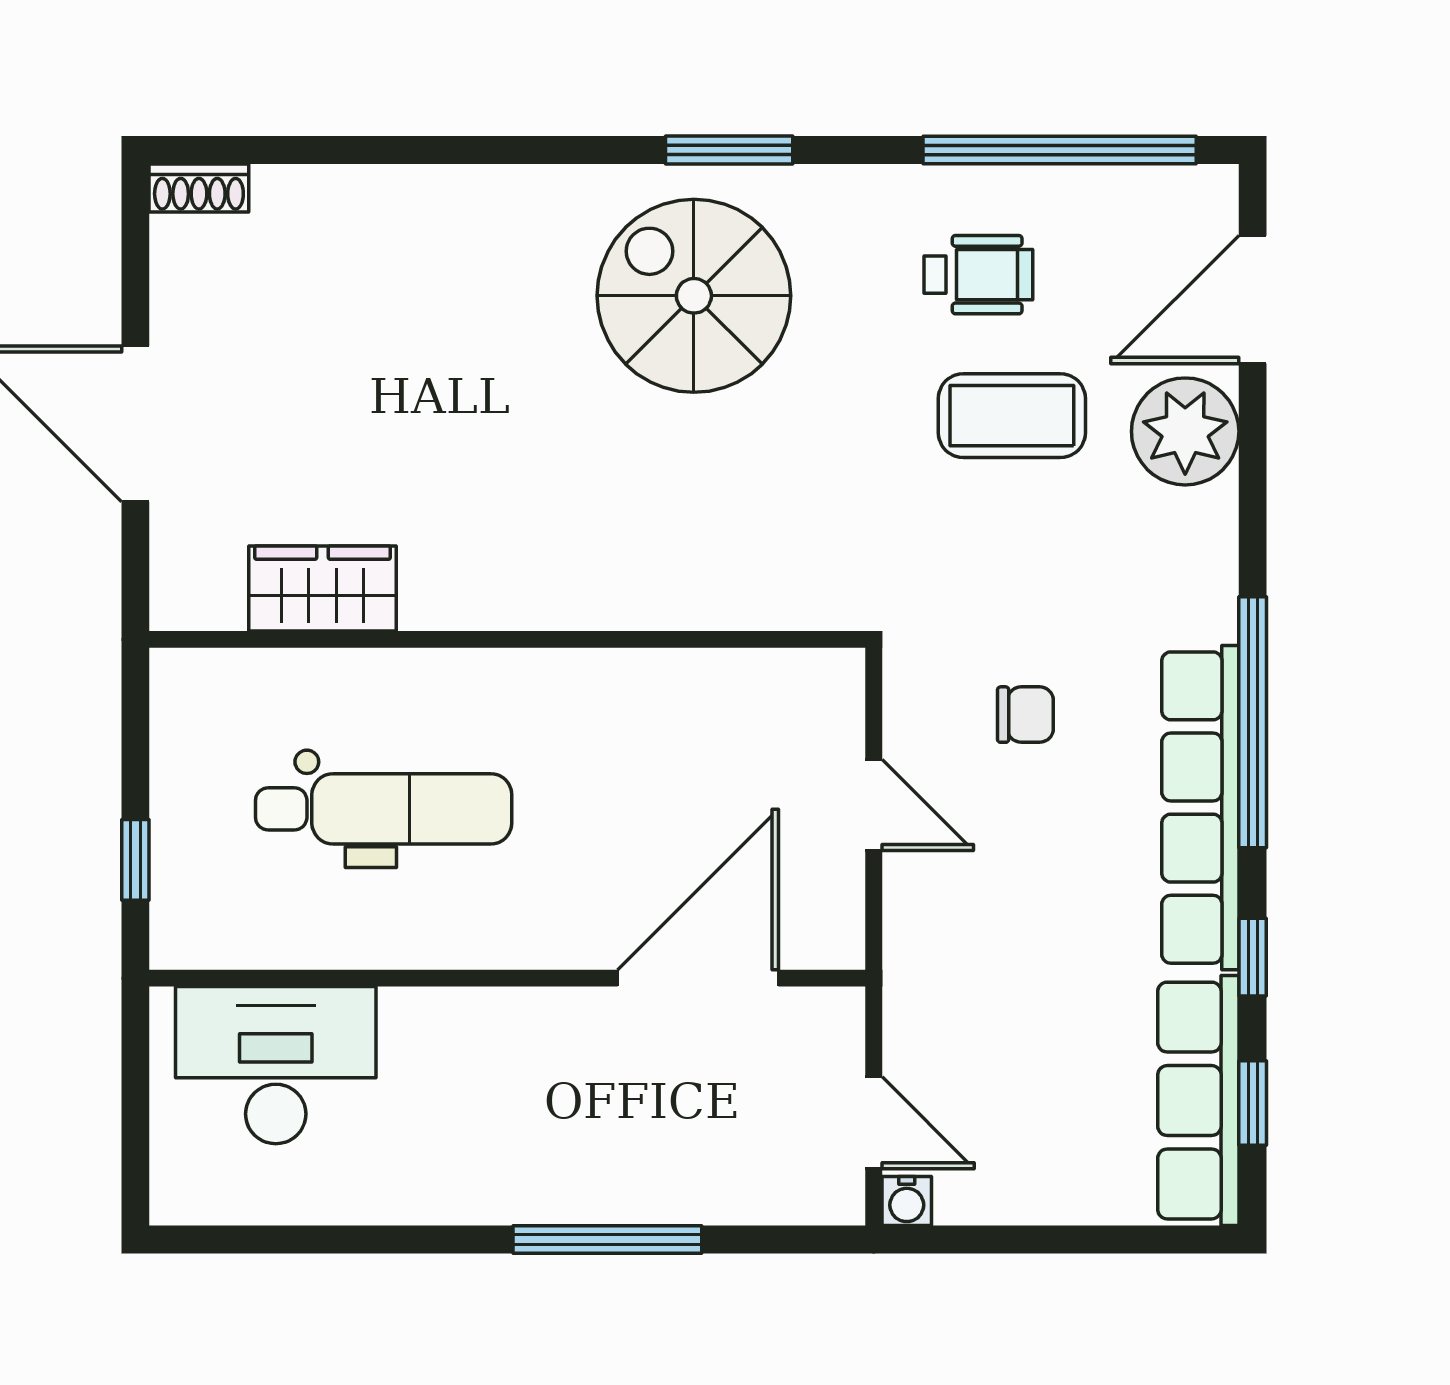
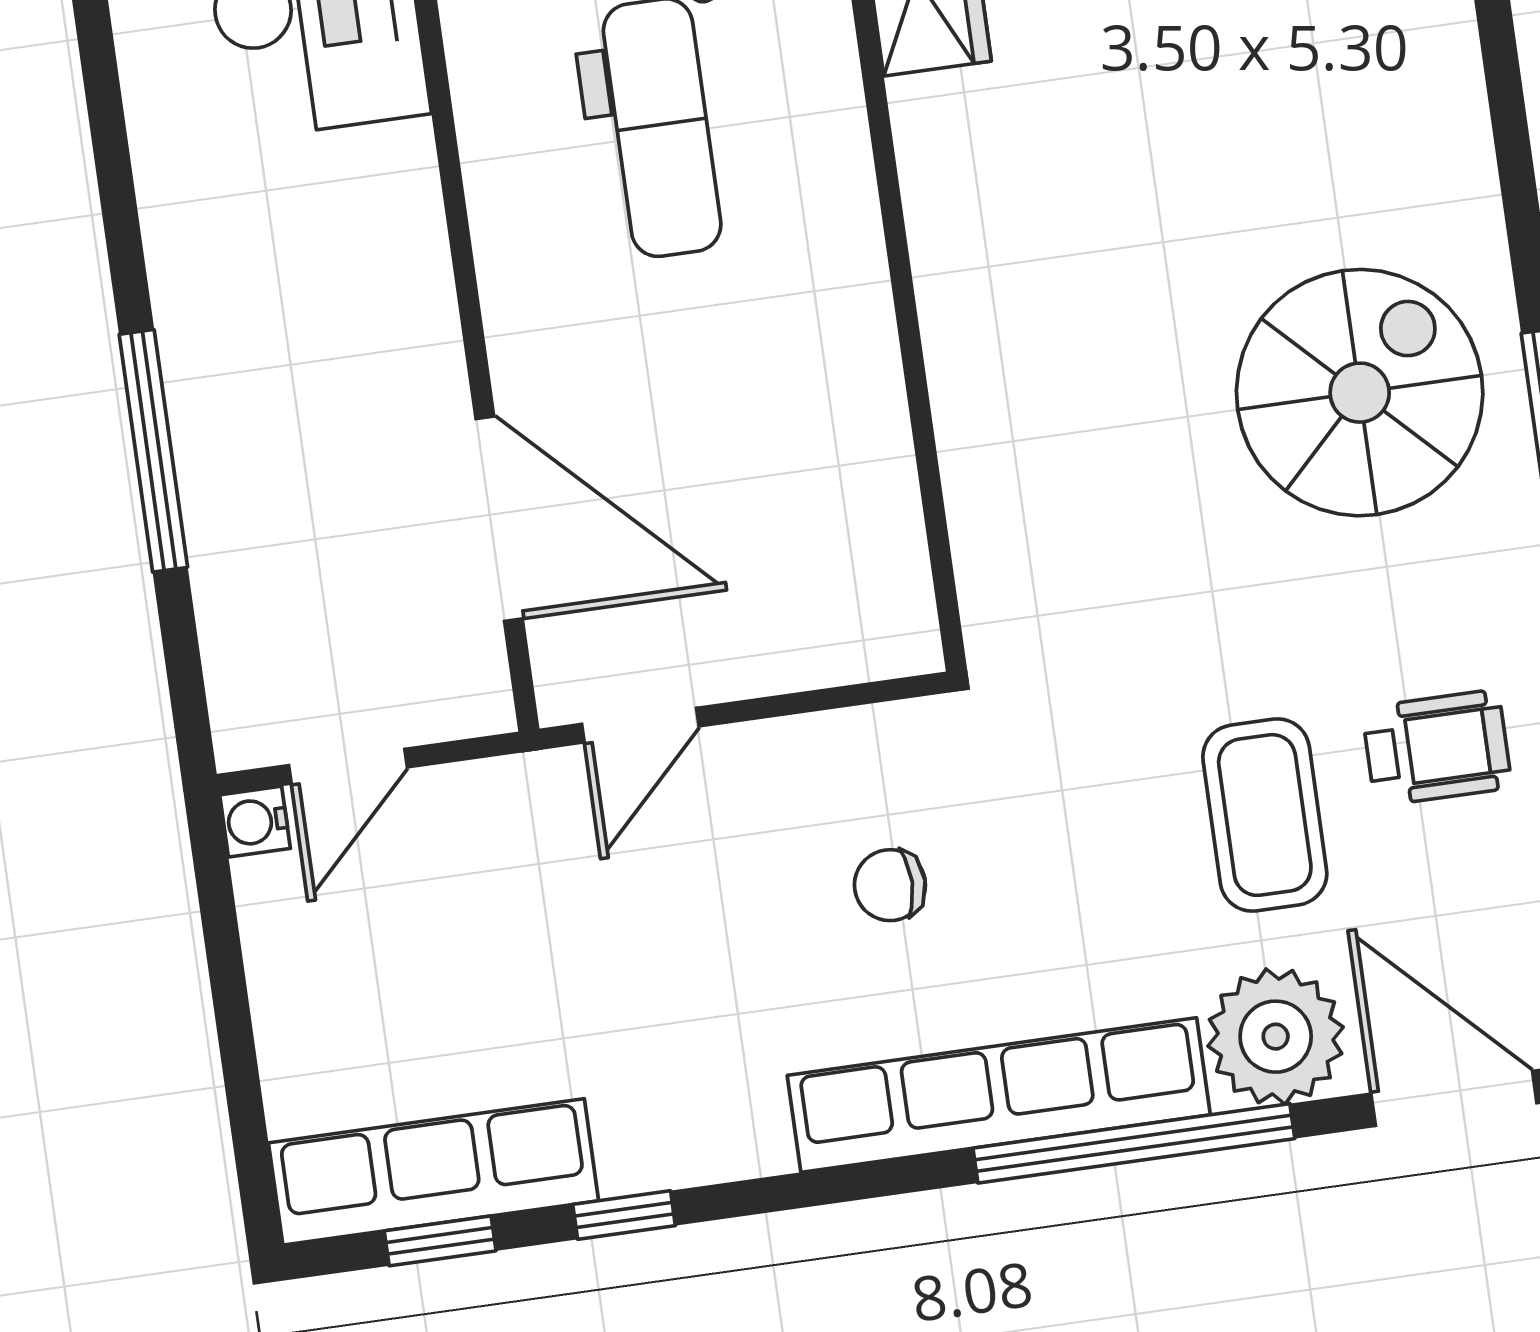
wheelchair: (978, 275) -> (1437, 748), turned -90
chair: (1025, 715) -> (890, 885), turned 90
window: (1253, 722) -> (1134, 1143), moved
door: (874, 805) -> (640, 725), moved
row of seats: (1200, 808) -> (999, 1095), moved

